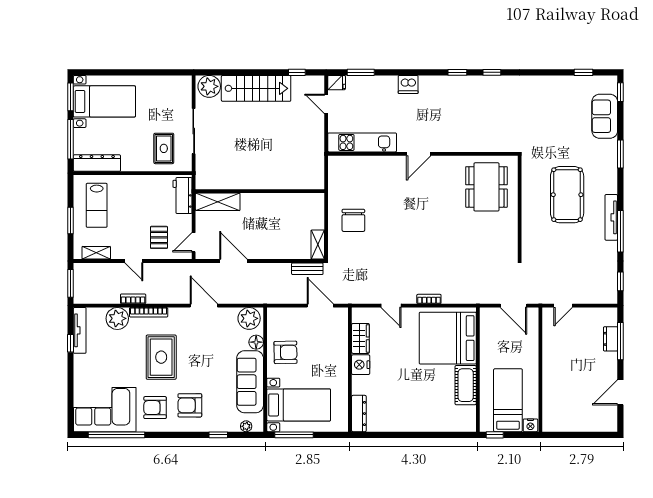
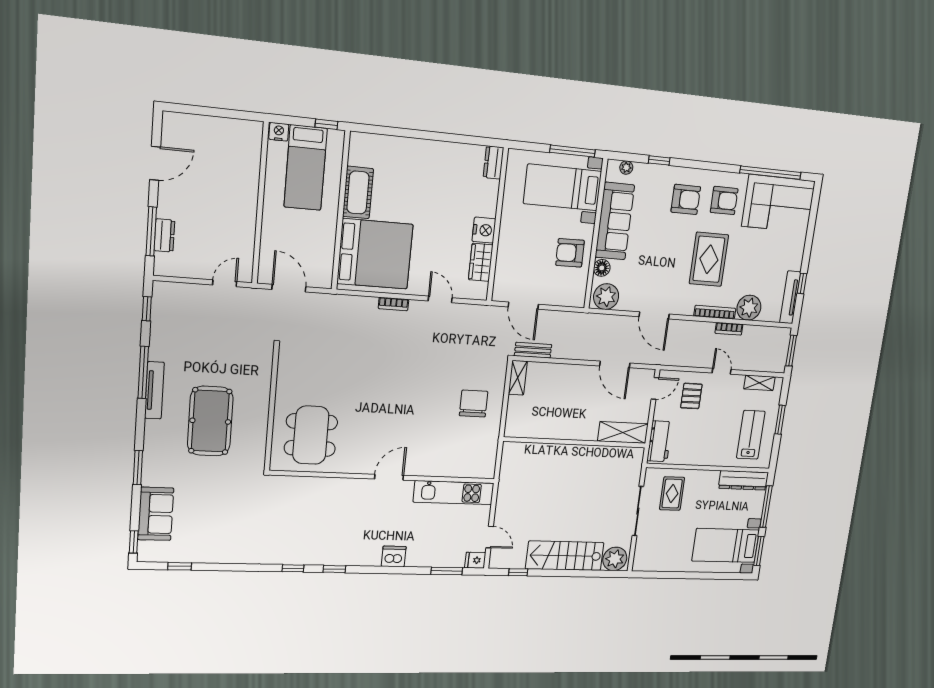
dresser: (359, 414) -> (494, 163), width x0.70

